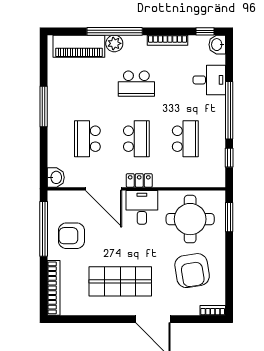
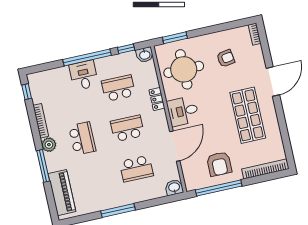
window: (115, 31) -> (43, 166), width x0.68
plant: (114, 43) -> (49, 145), moved
washbasin: (217, 45) -> (145, 55), moved
desk: (209, 80) -> (84, 75), moved
locker: (139, 180) -> (157, 99), moved
armchair: (192, 271) -> (226, 58), width x0.53, depth x0.53

